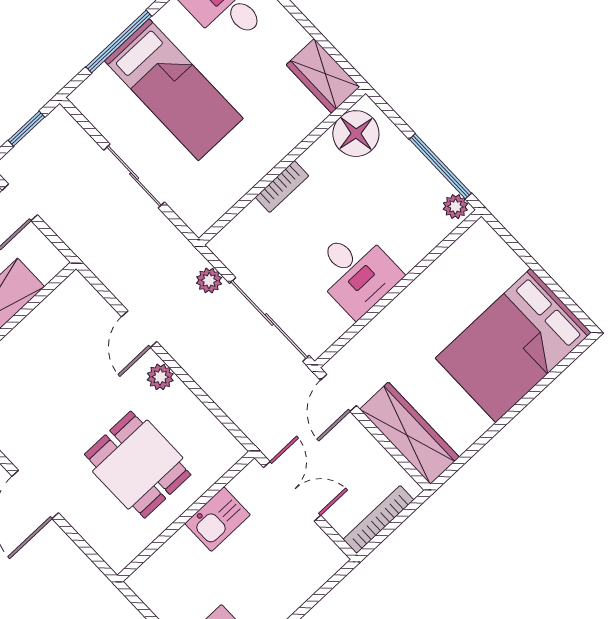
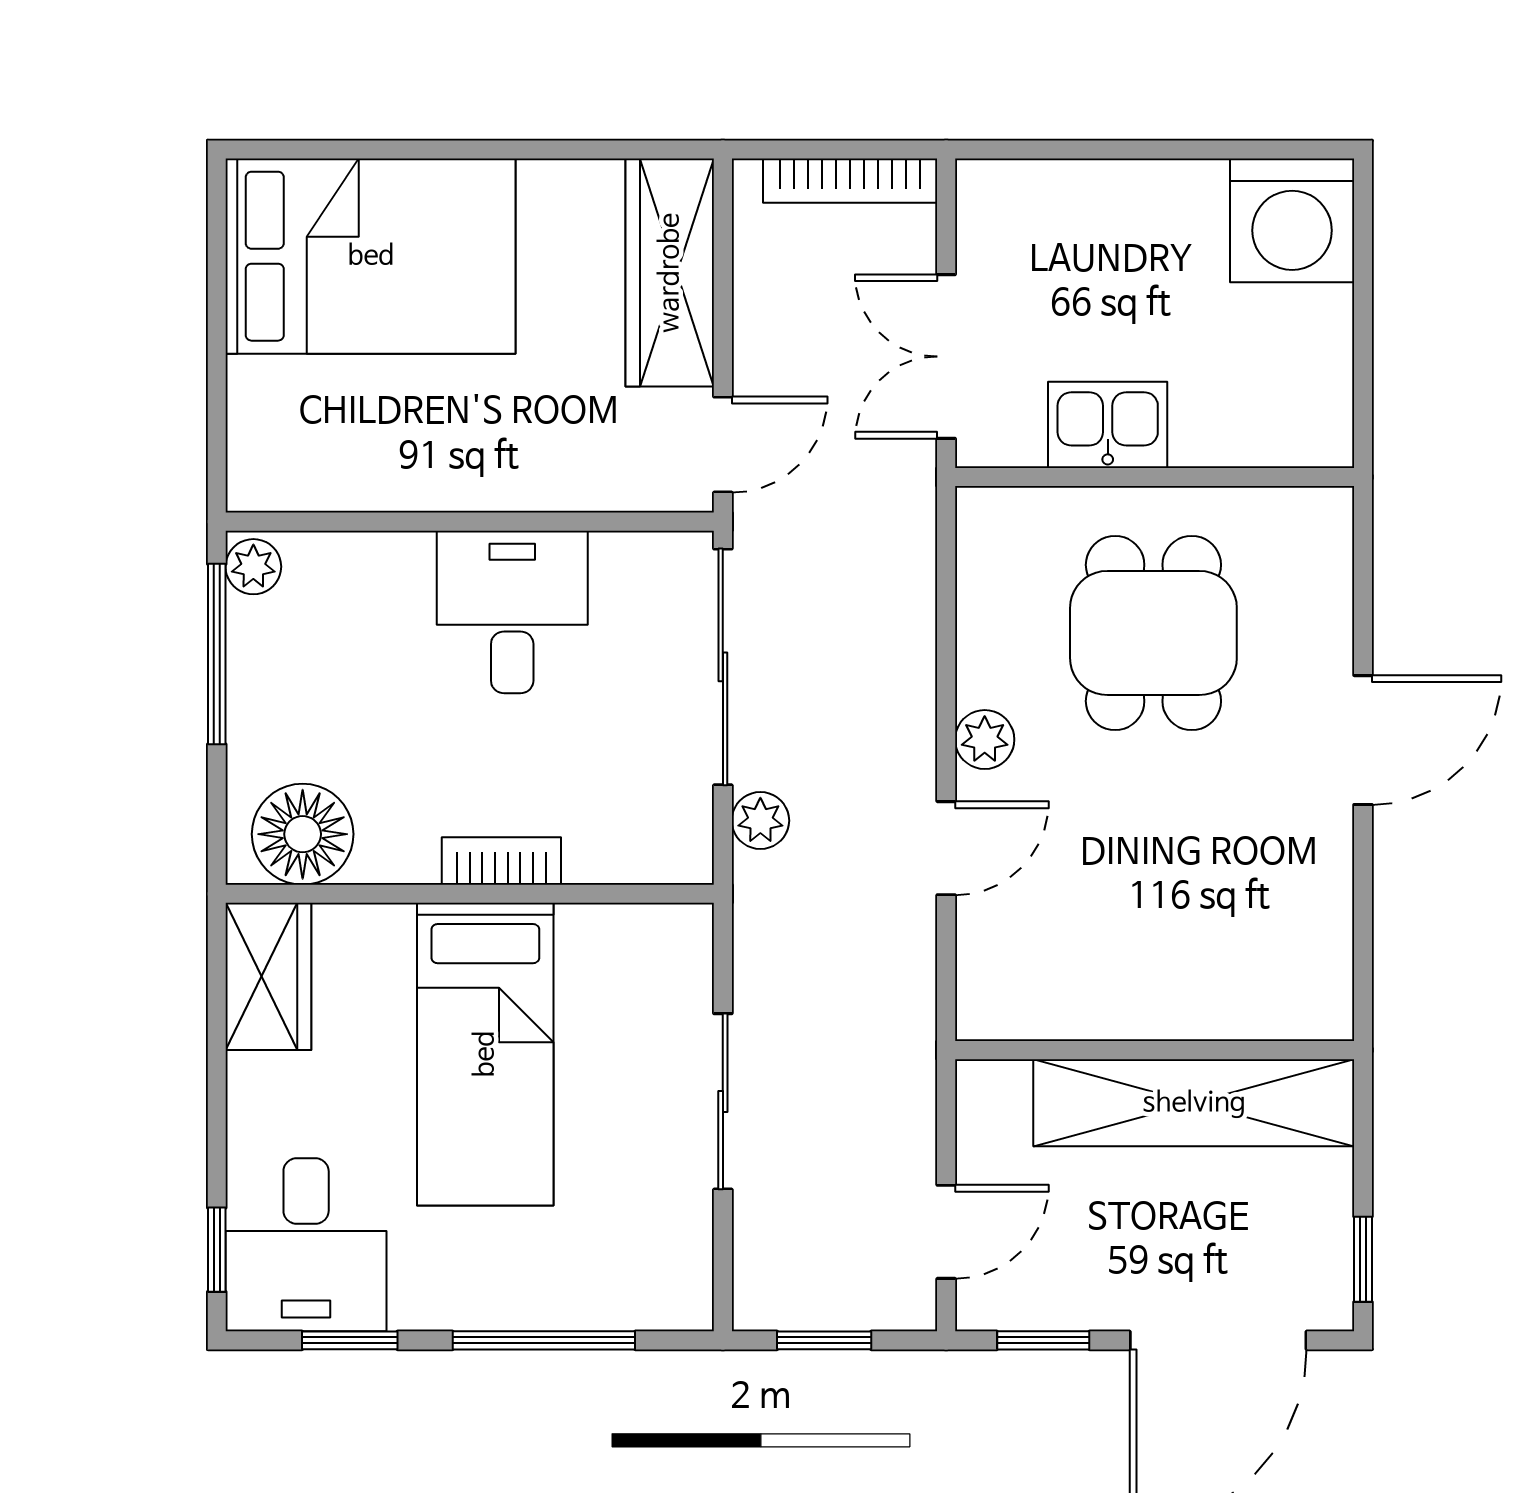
bed: (174, 90) -> (485, 1054), moved, turned 180

